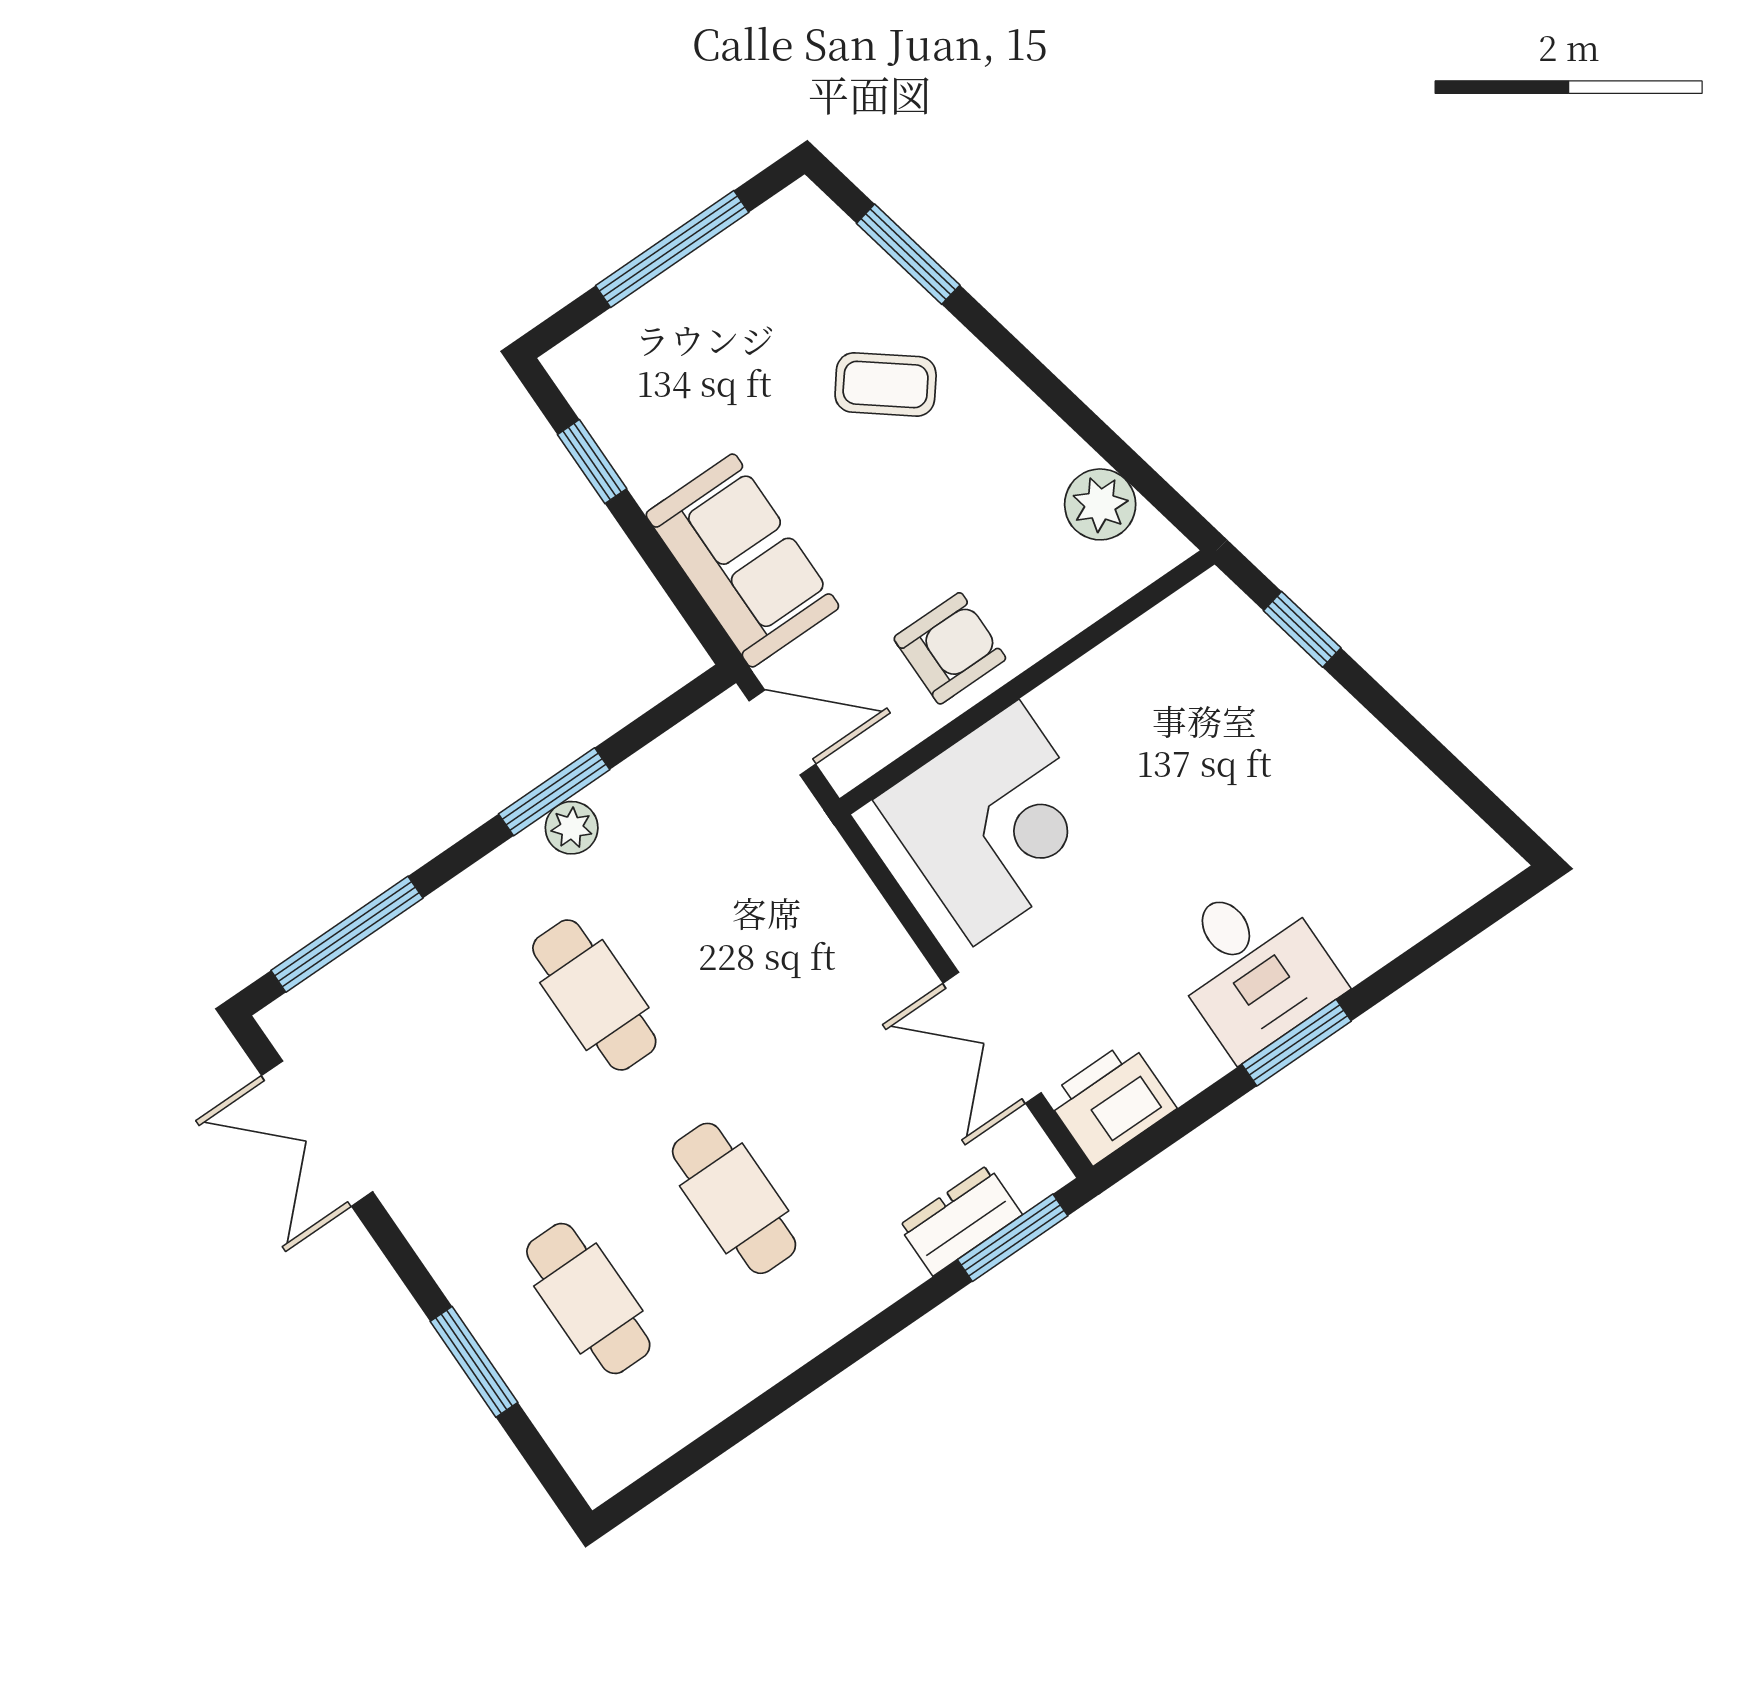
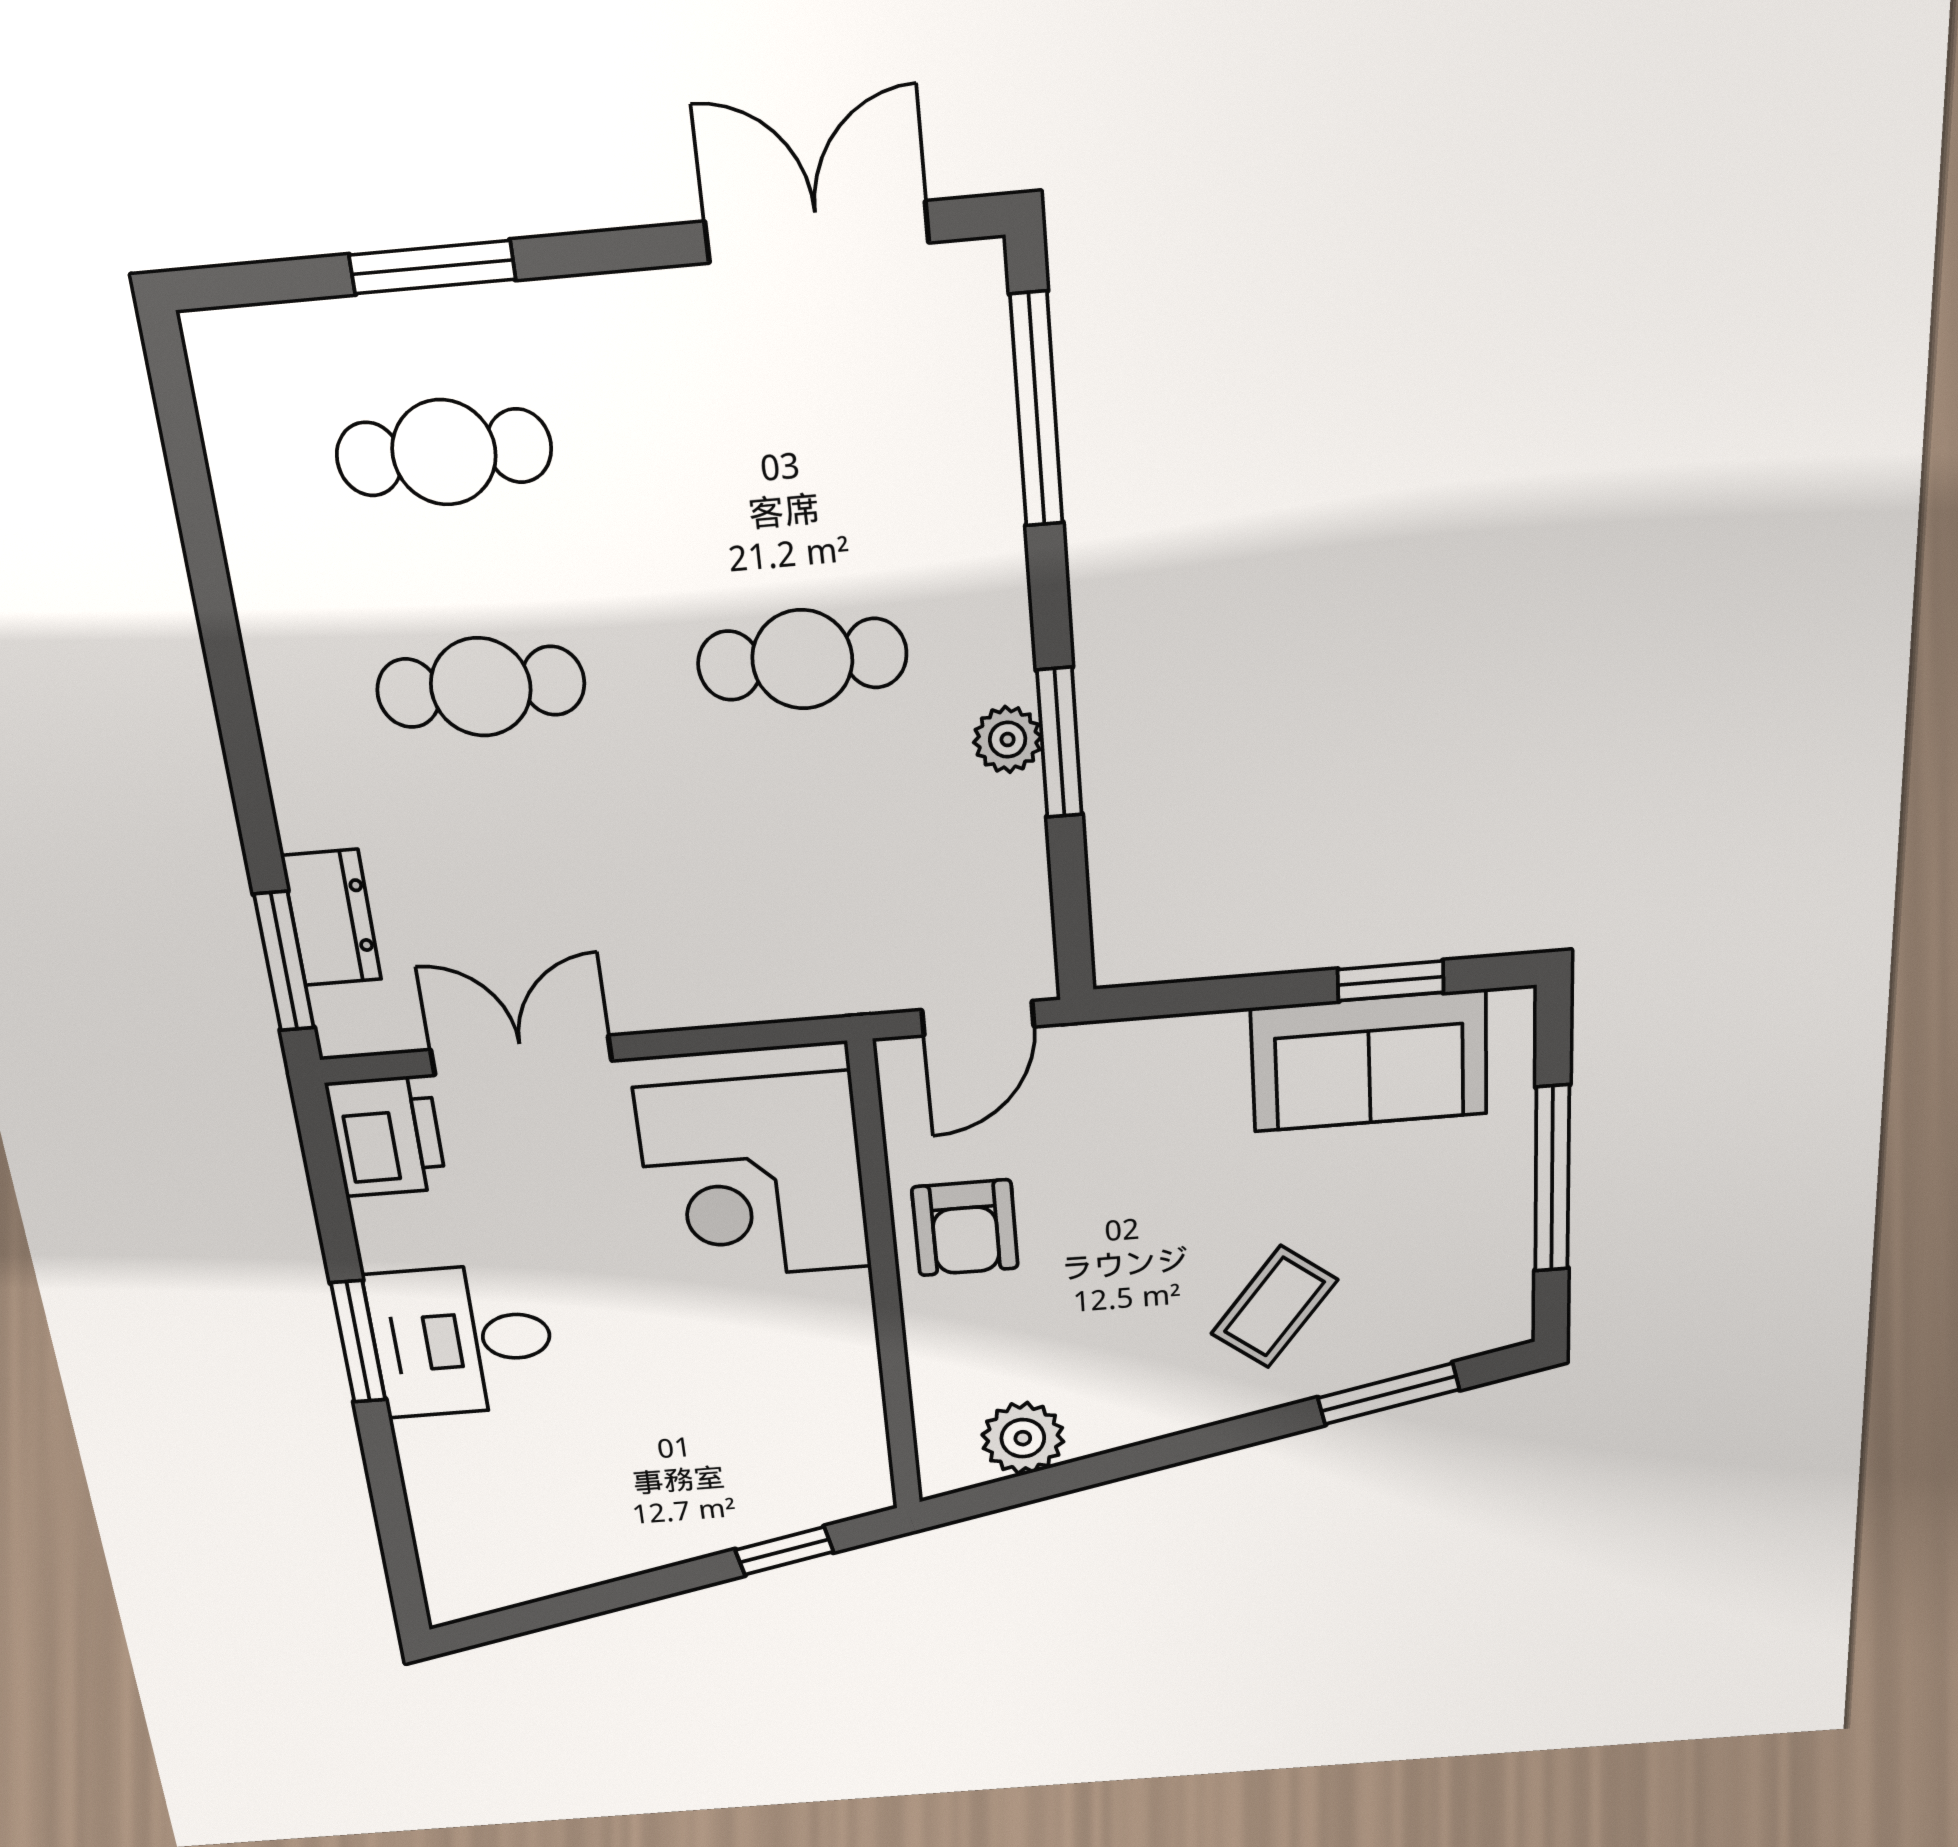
sofa: (742, 560) -> (1369, 1061), moved

